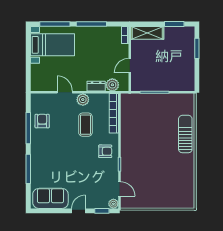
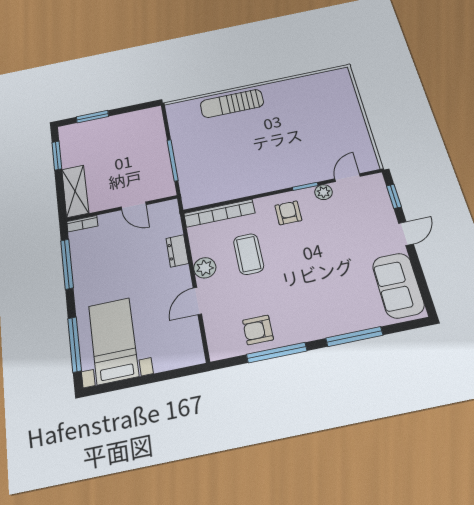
window: (91, 24) -> (67, 264), moved
plant: (112, 85) -> (171, 226), removed
coffee table: (85, 125) -> (249, 254), turned 90
plant: (113, 204) -> (324, 192), moved
door: (79, 211) -> (406, 234), swing flipped

